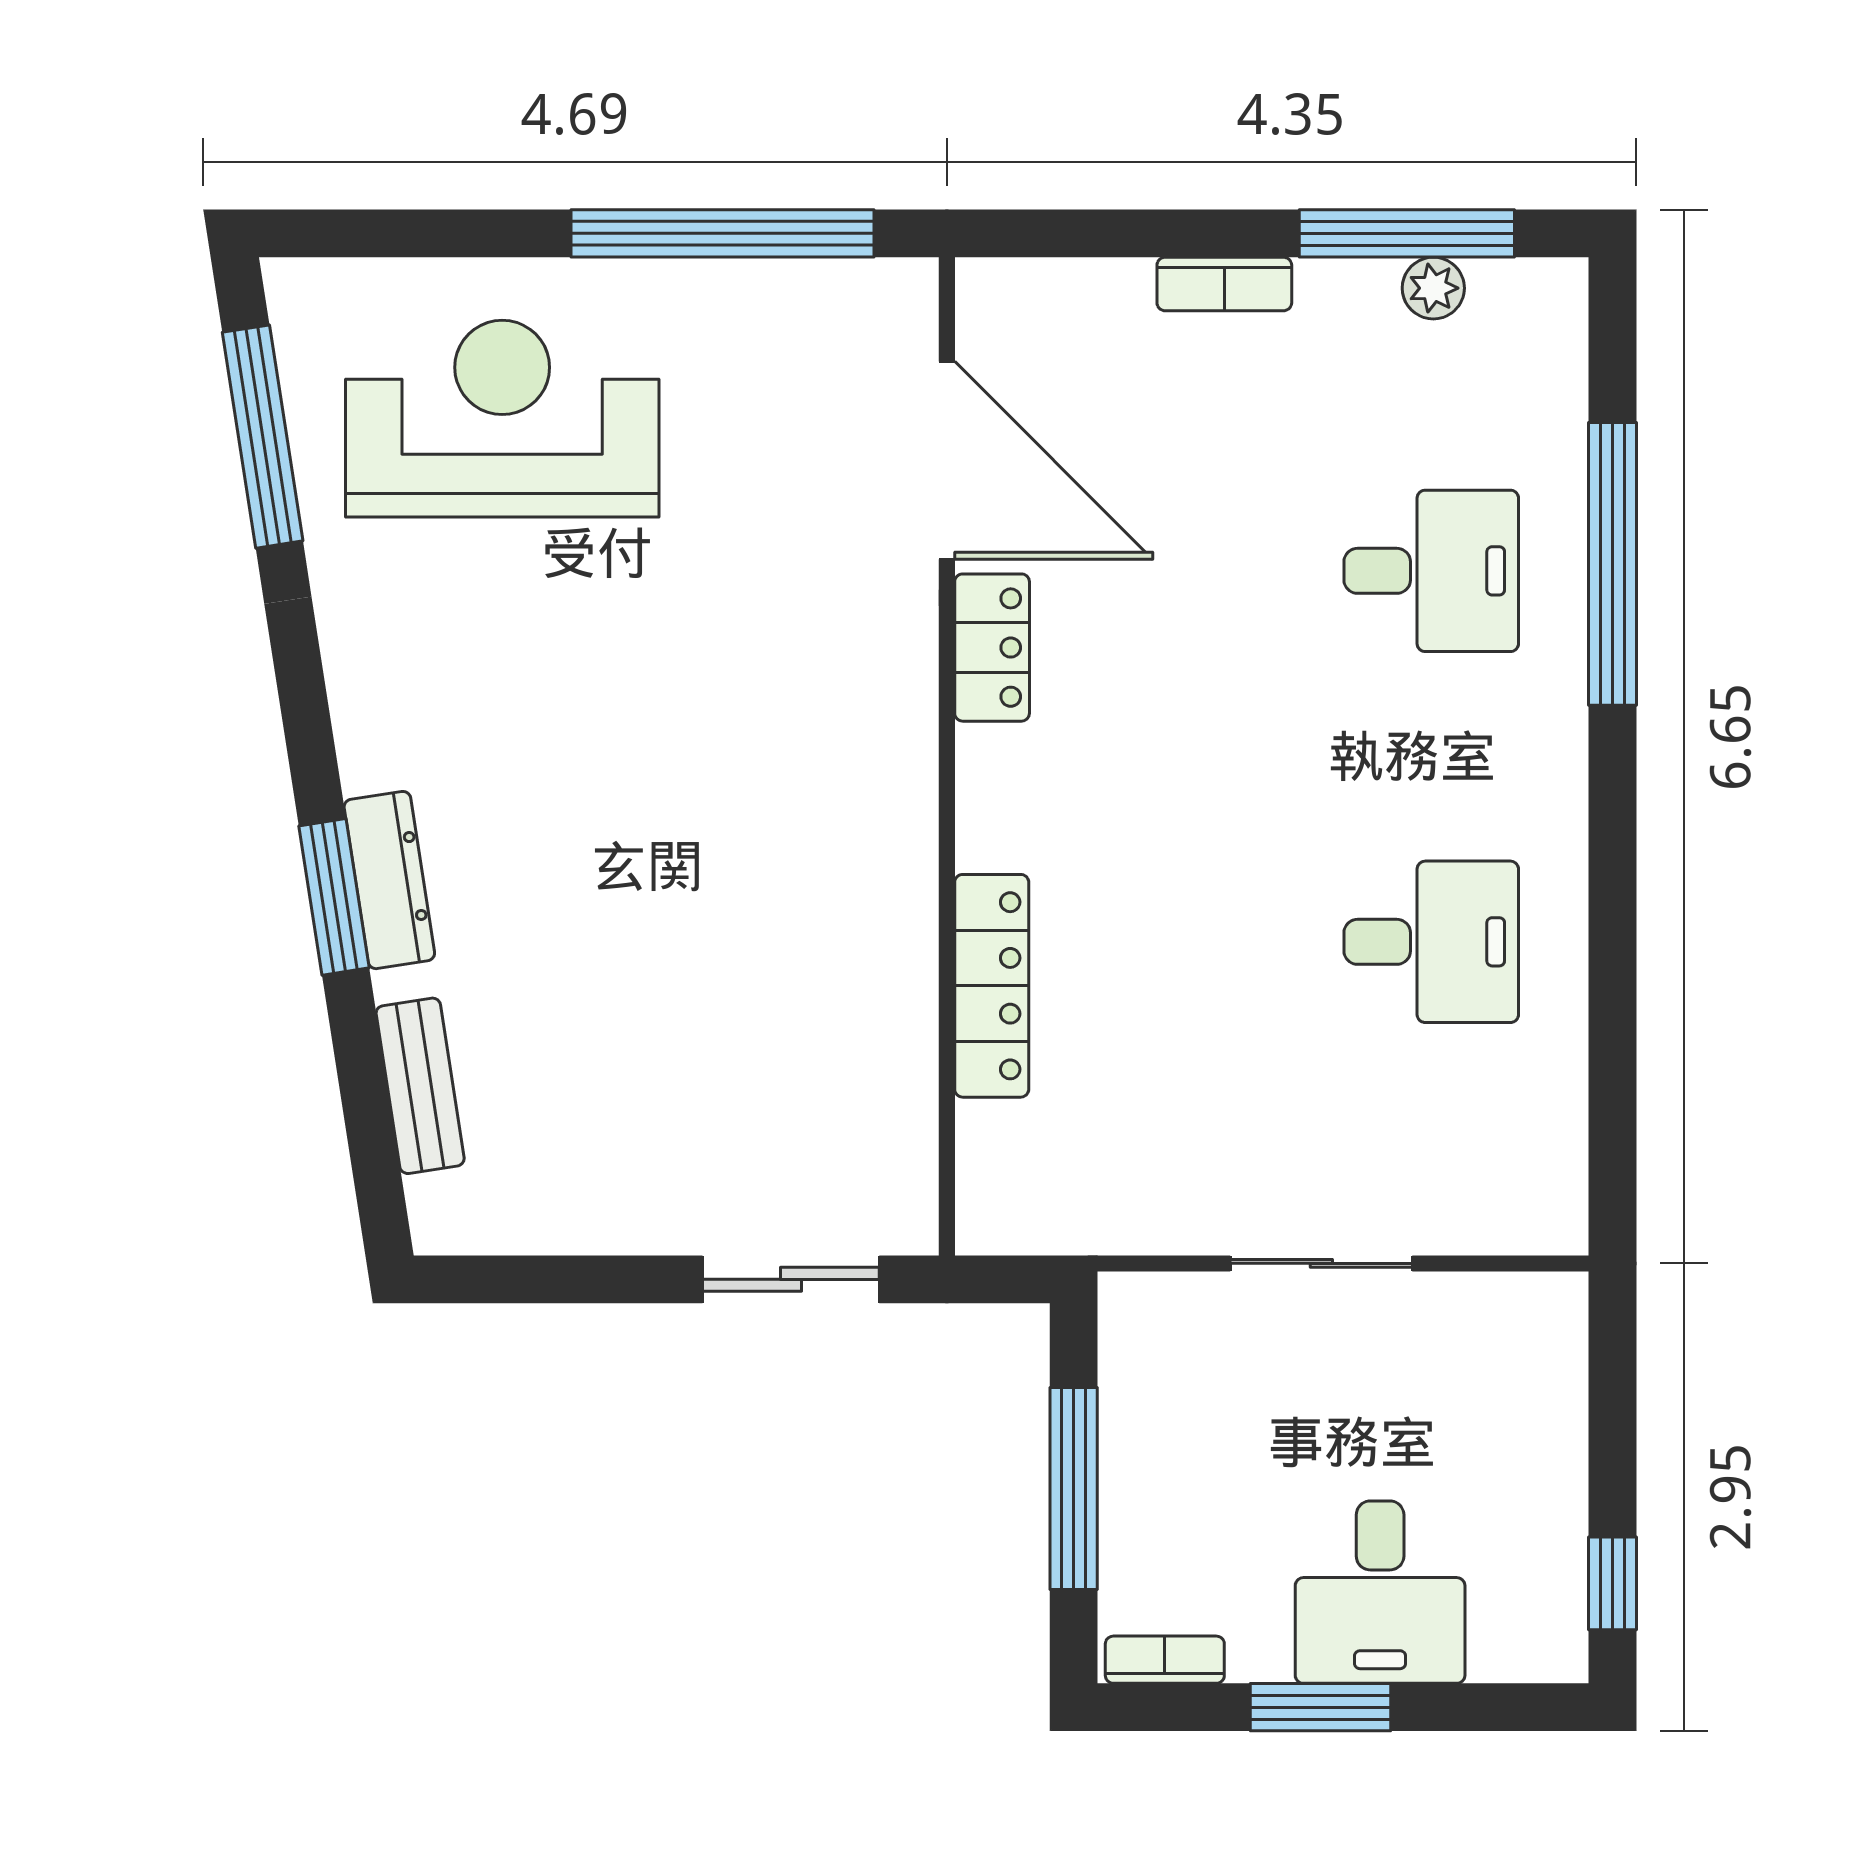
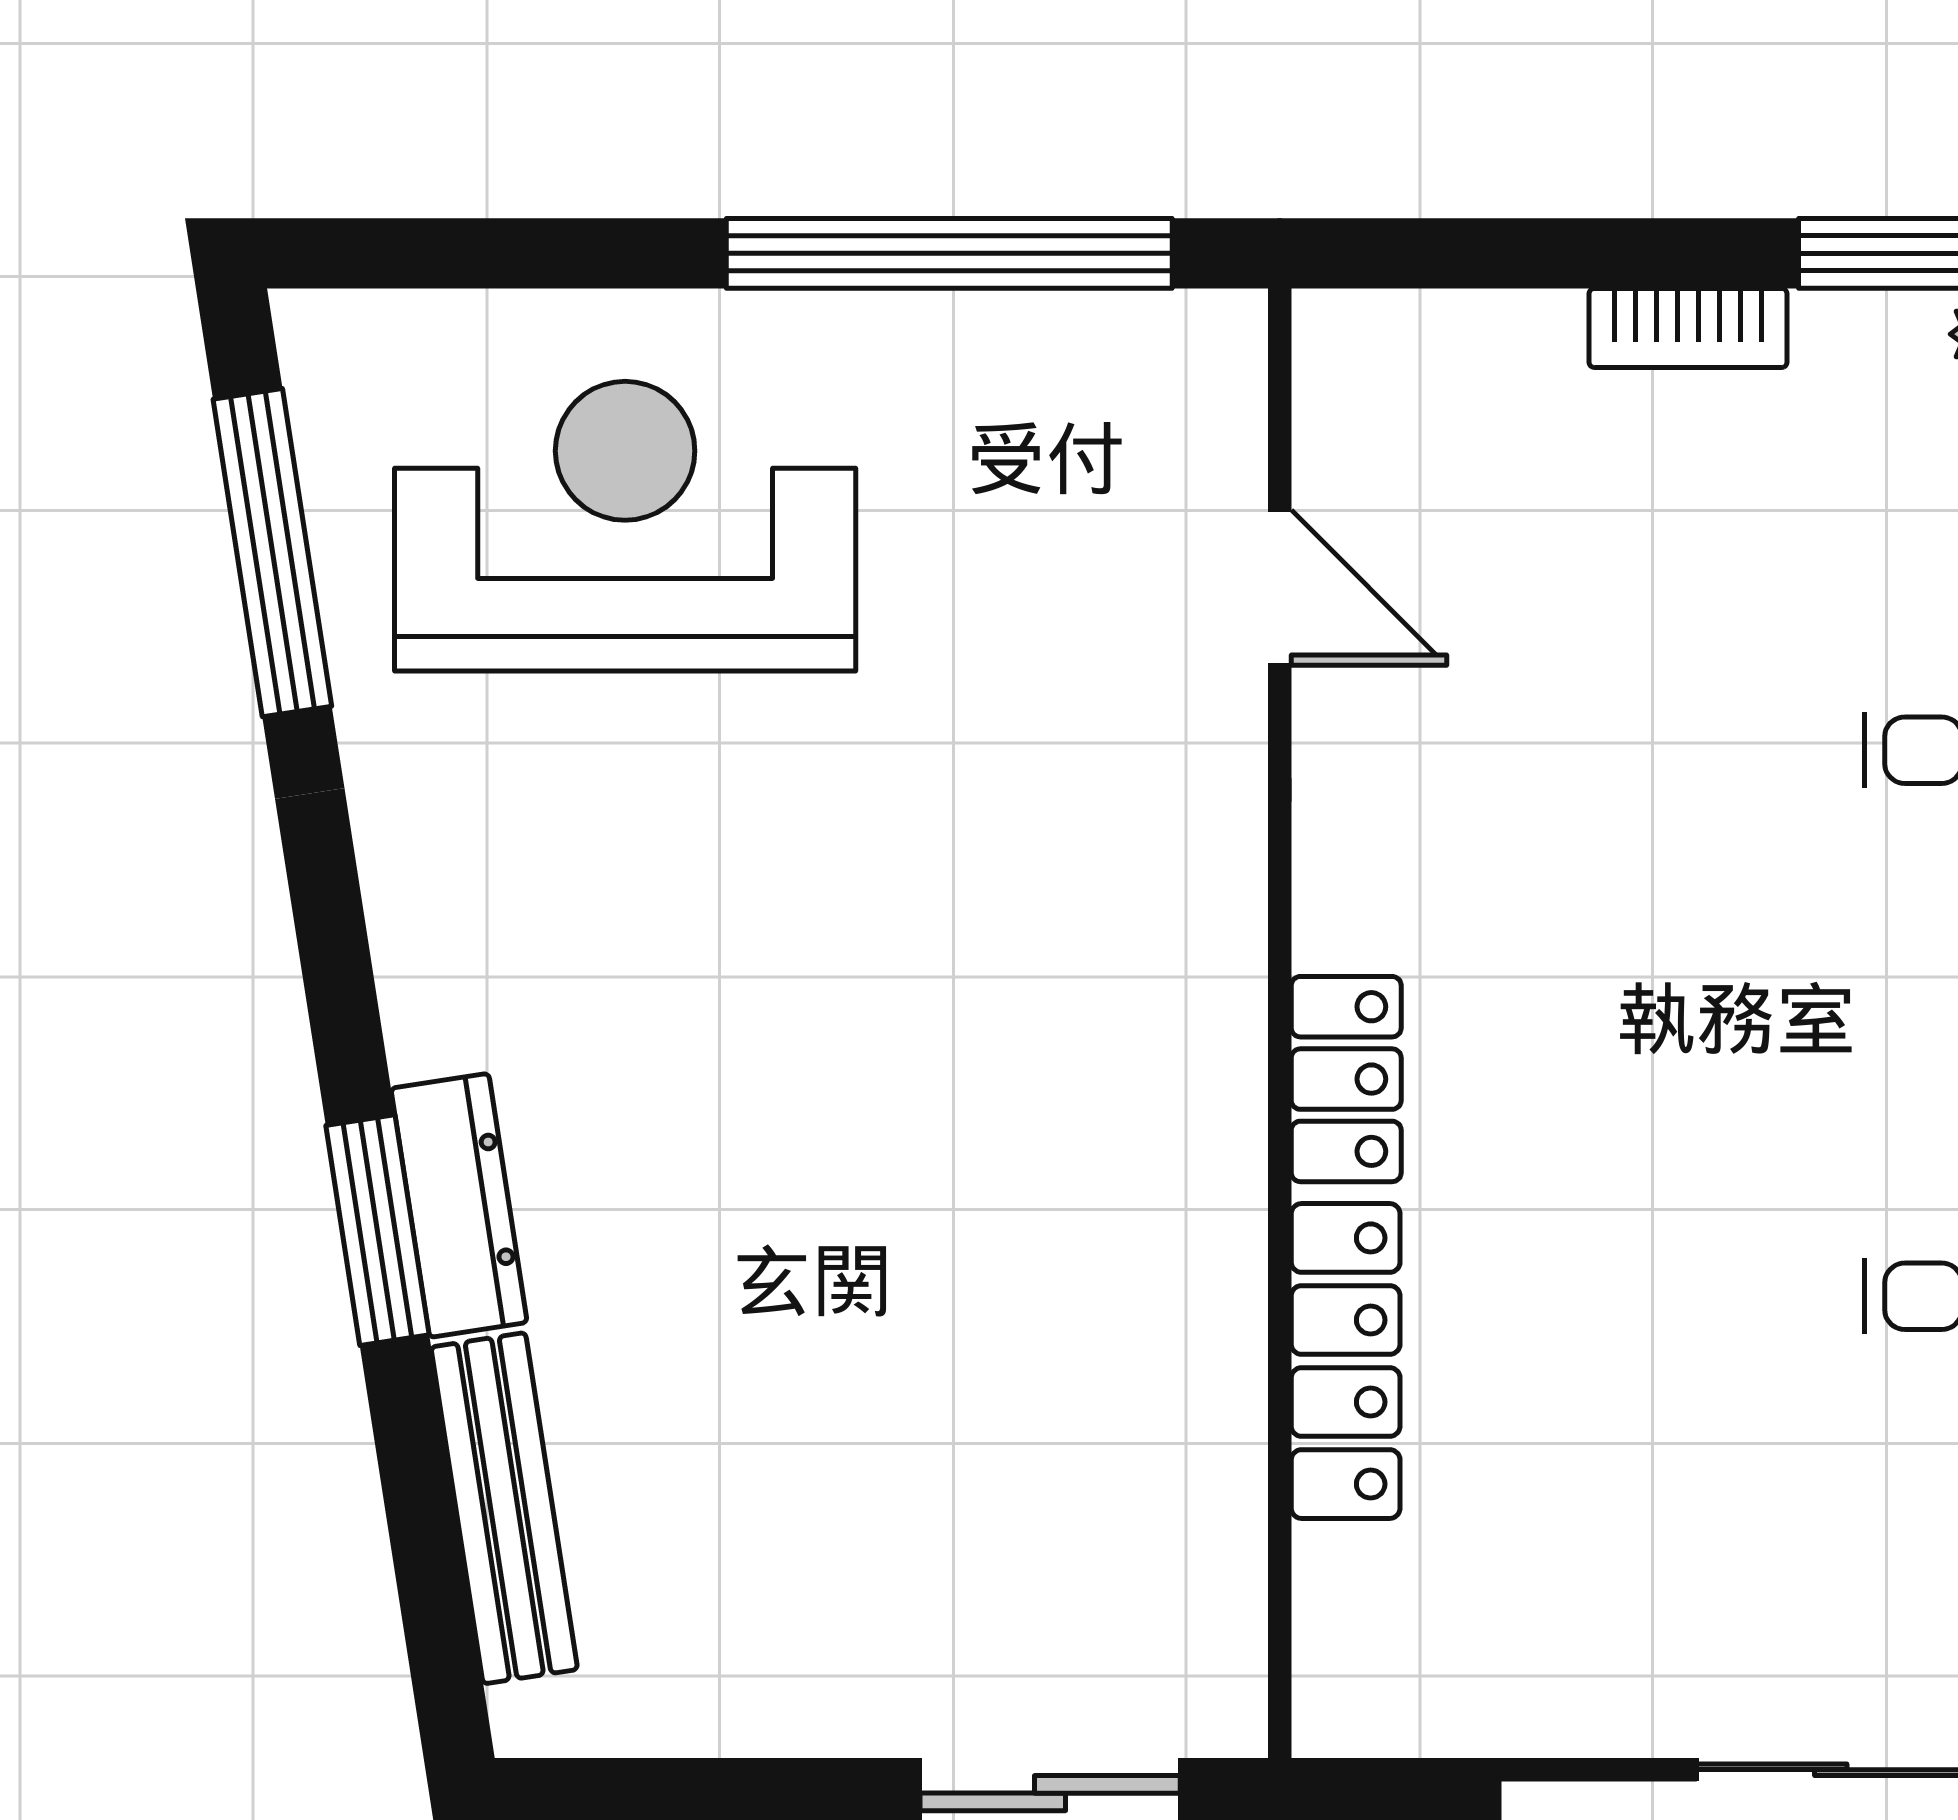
door: (947, 460) -> (1280, 588), width x0.53
locker: (992, 648) -> (1346, 1079), moved
bench: (420, 1086) -> (504, 1508), width x1.36

